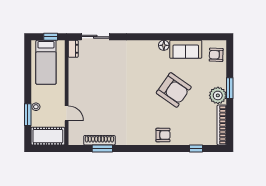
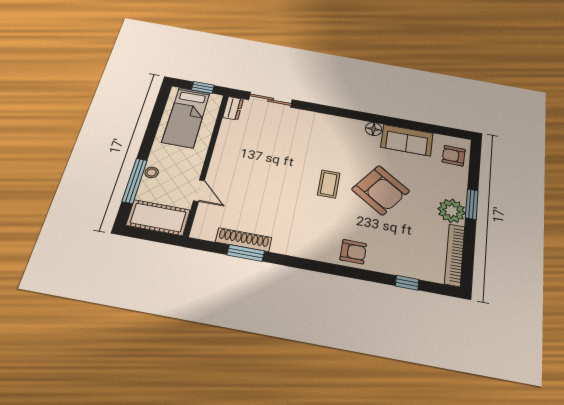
coffee table: (142, 92) -> (329, 184), added
window: (28, 115) -> (135, 181), width x1.44

